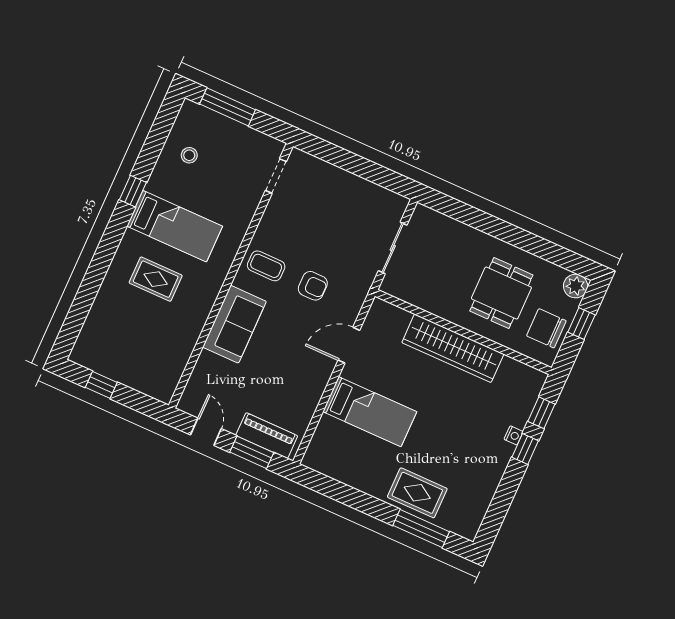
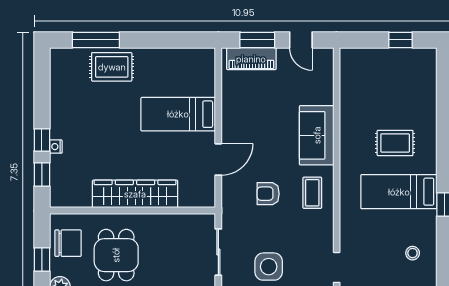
side table: (347, 209) -> (269, 267), added
coffee table: (266, 266) -> (312, 193), turned 90

